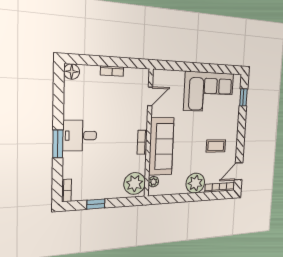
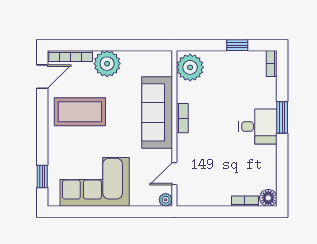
bookcase: (112, 71) -> (245, 201), moved
coffee table: (216, 146) -> (80, 112), width x1.86, depth x1.72
plant: (153, 182) -> (166, 200), moved

